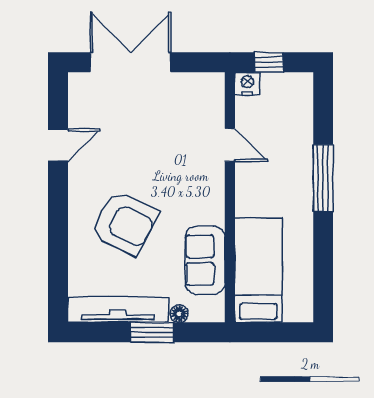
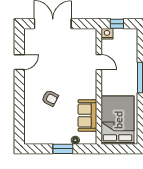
armchair: (124, 223) -> (50, 98), width x0.53, depth x0.53
bed: (258, 270) -> (118, 120), width x1.50
tv unit: (118, 310) -> (47, 138), removed

